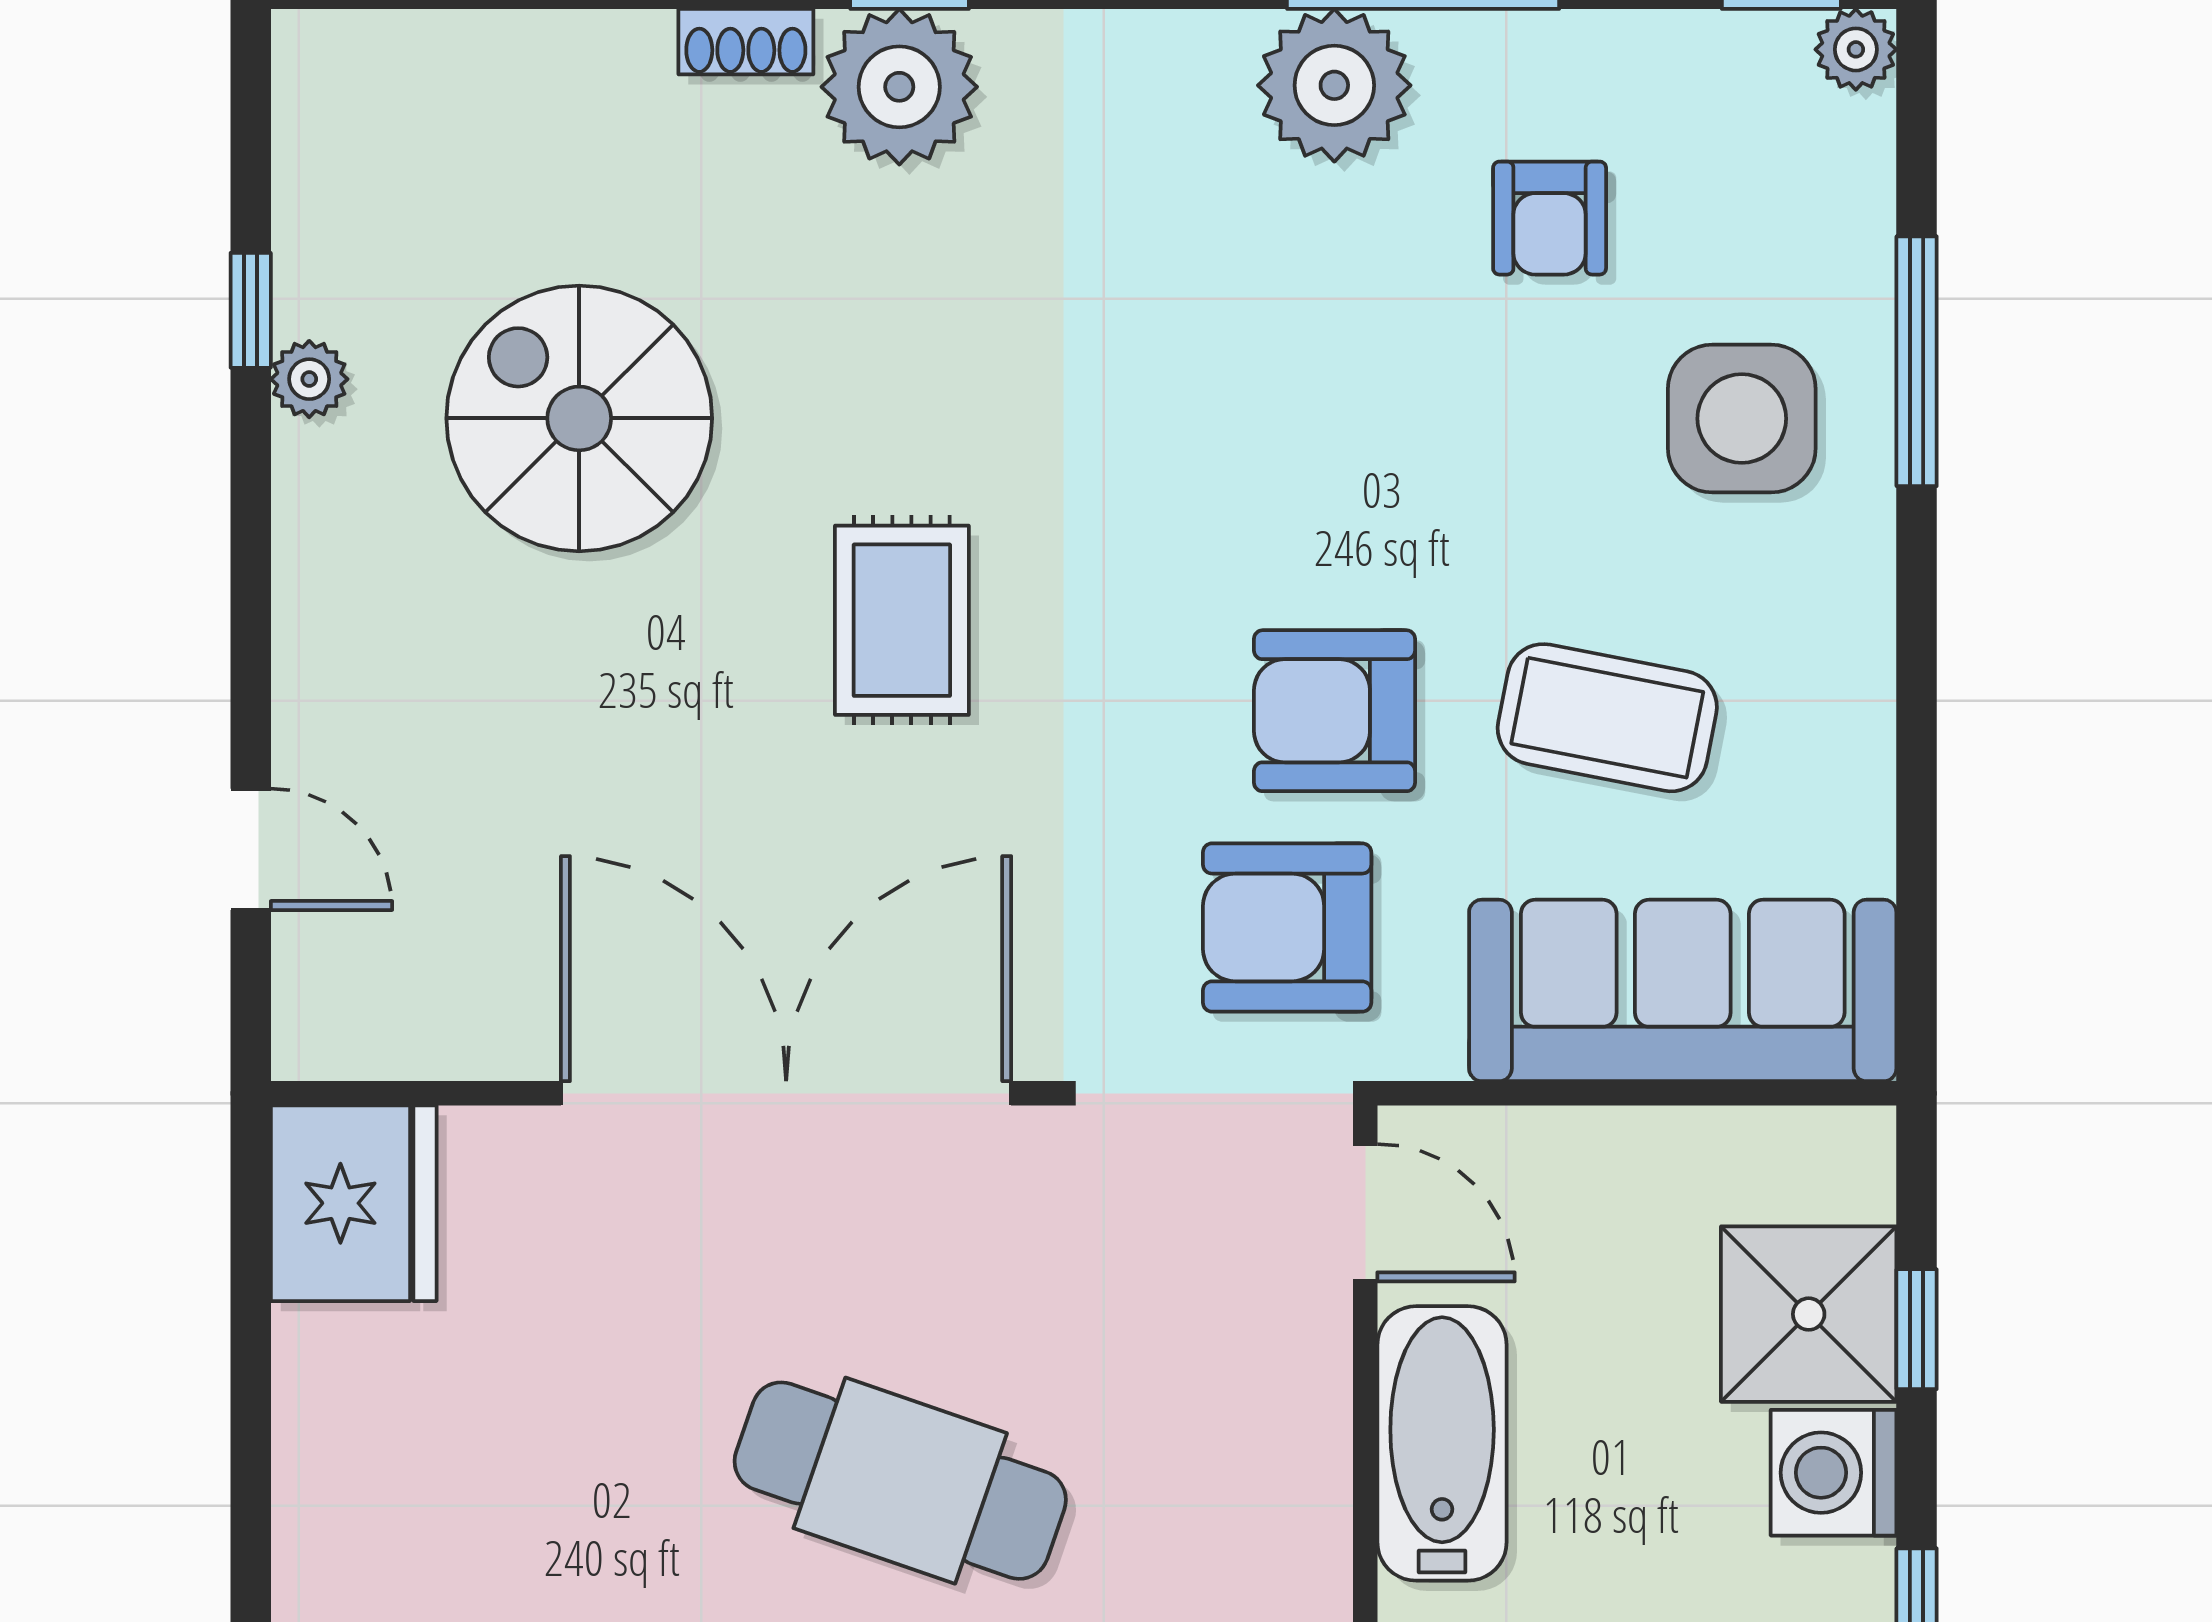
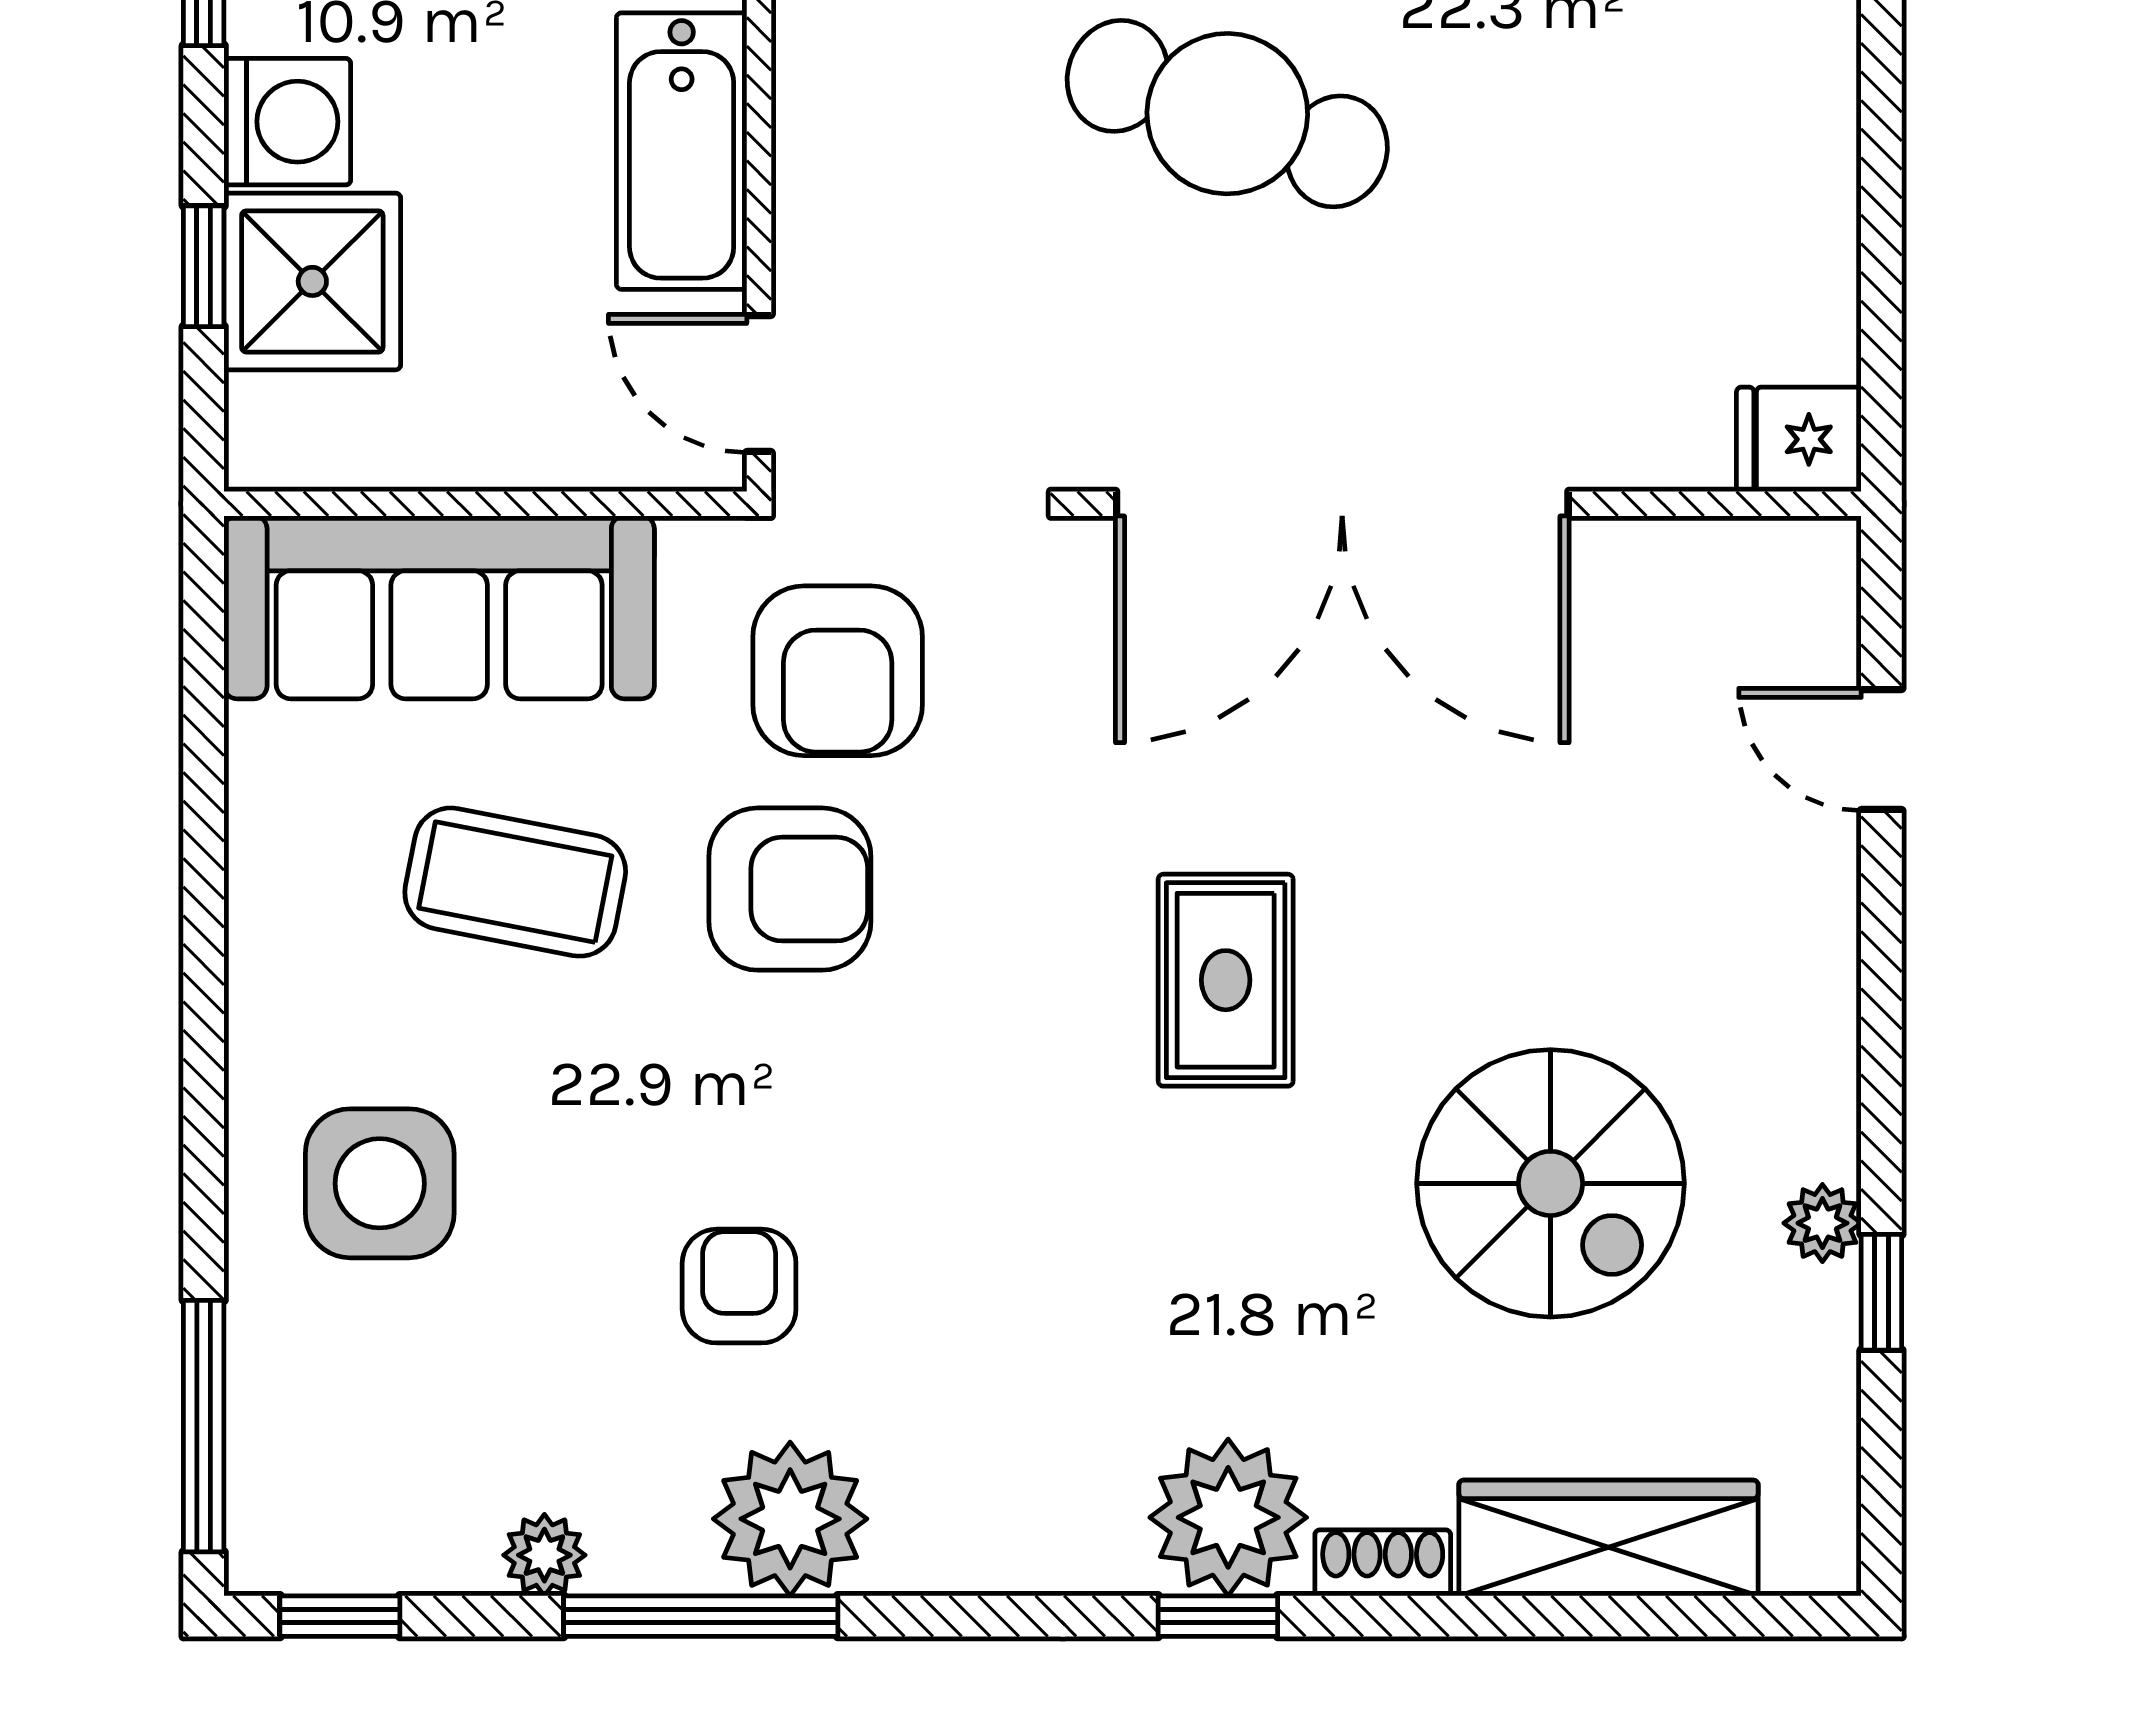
plant: (1856, 49) -> (544, 1555), moved
wardrobe: (522, 66) -> (1608, 1538), added
armchair: (1550, 218) -> (739, 1286), moved
window: (1917, 361) -> (204, 1426), moved
armchair: (1287, 927) -> (838, 671), turned 90
fridge: (354, 1203) -> (1799, 439), width x0.53, depth x0.75

